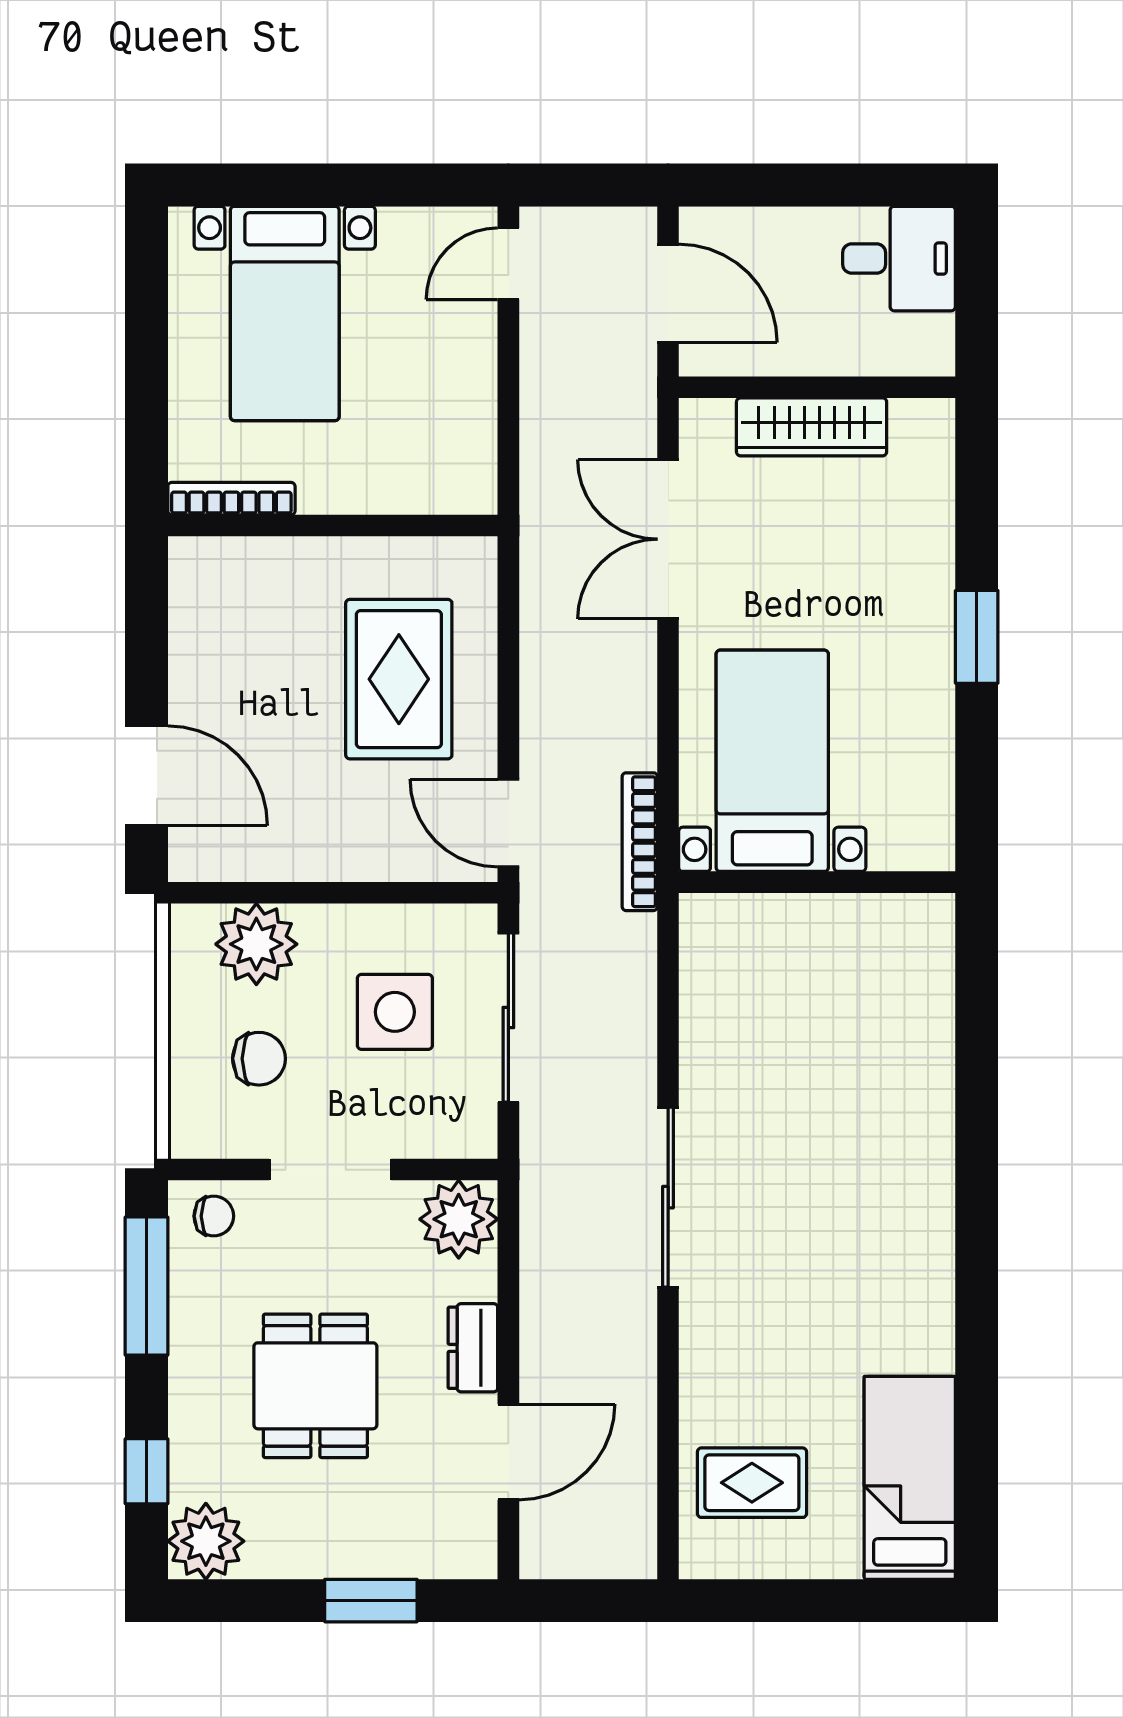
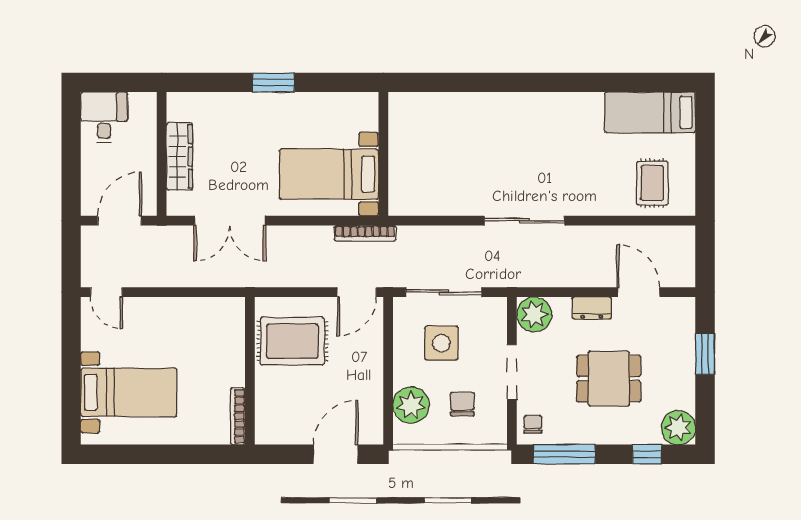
bookcase: (231, 499) -> (238, 416), moved
wall: (333, 526) -> (250, 371), moved

